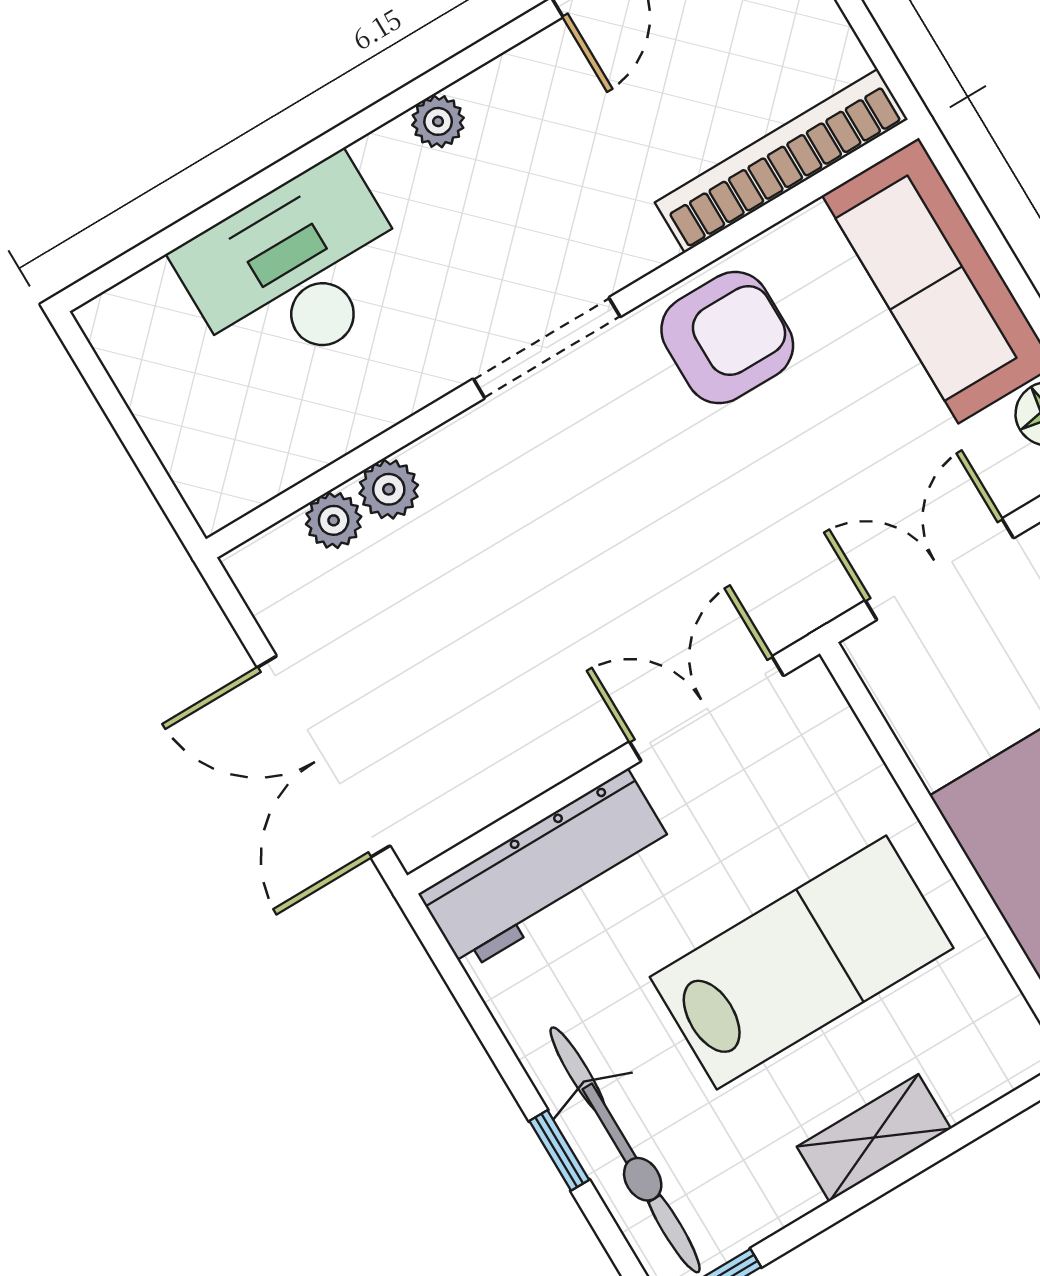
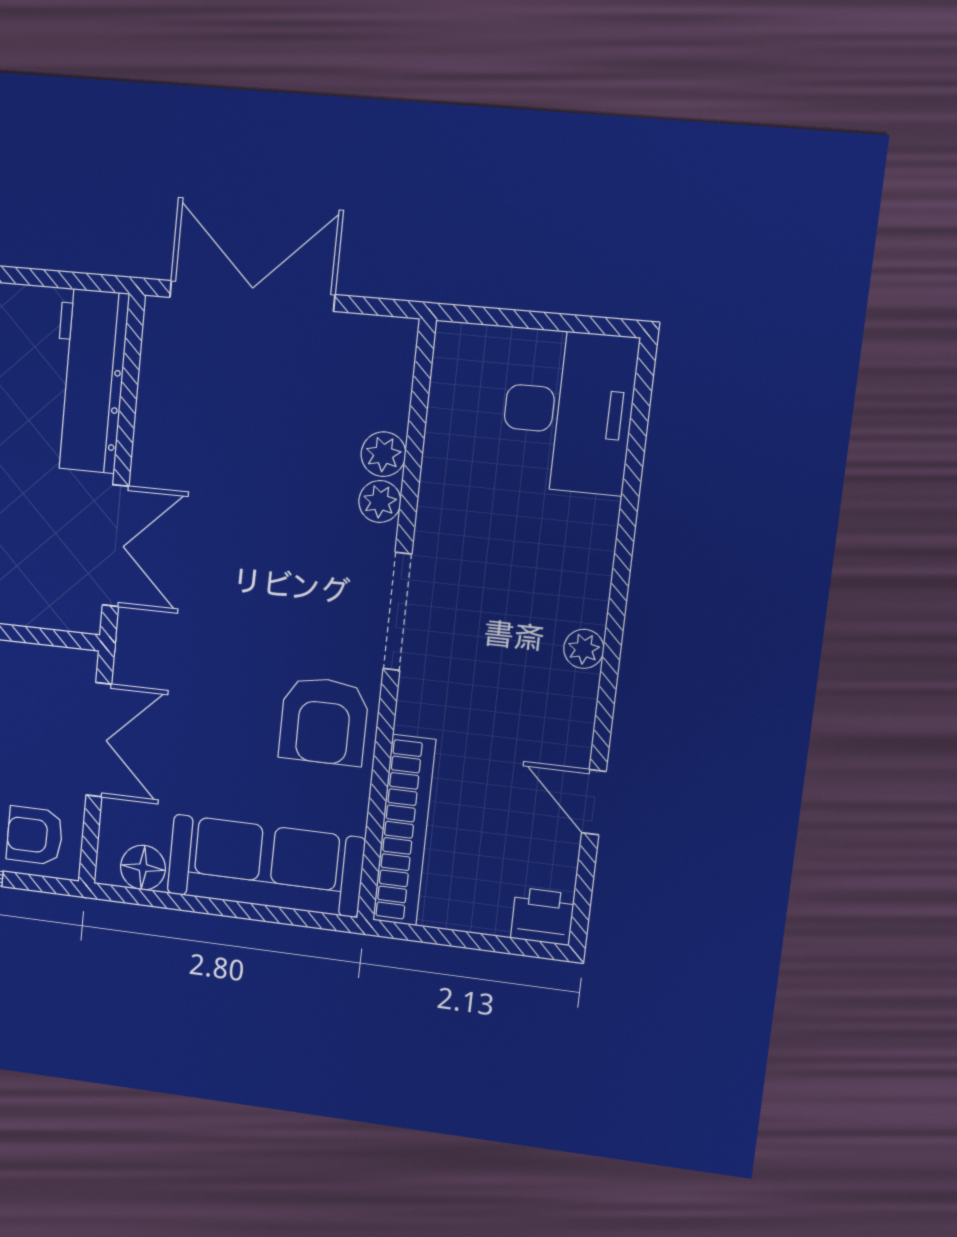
desk: (296, 271) -> (568, 411), moved
plant: (334, 520) -> (380, 501), moved

